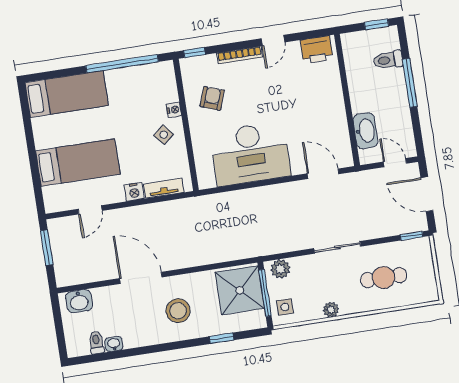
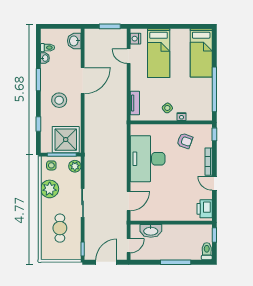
window: (377, 24) -> (214, 235), moved
toilet: (388, 60) -> (207, 251), moved
nightstand: (134, 192) -> (135, 39), moved
plant: (331, 310) -> (50, 189), width x1.87, depth x1.87
window: (150, 349) -> (38, 80), added

